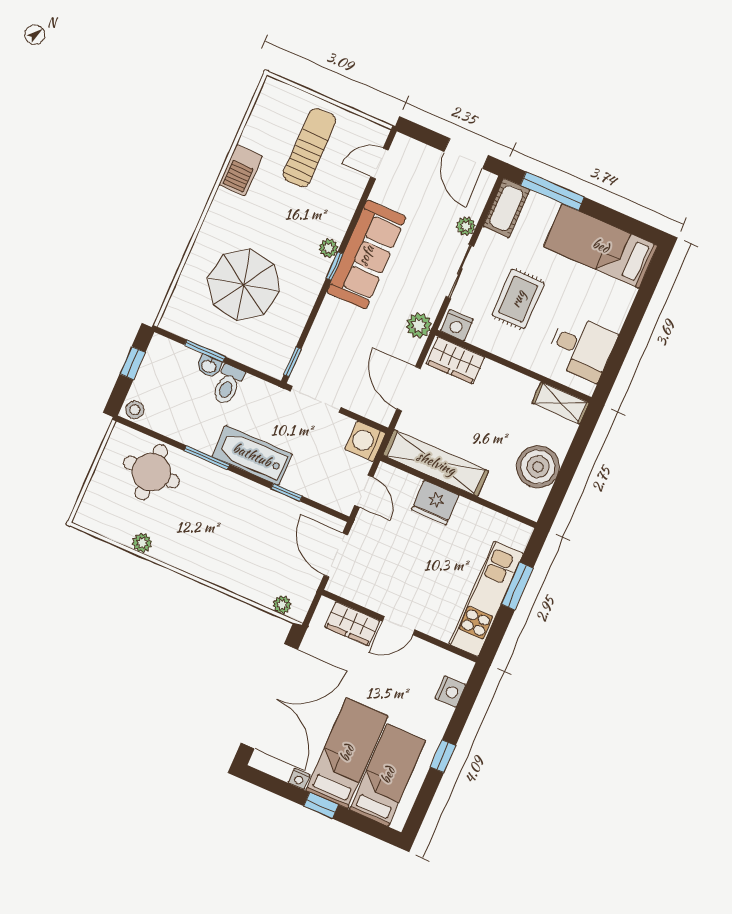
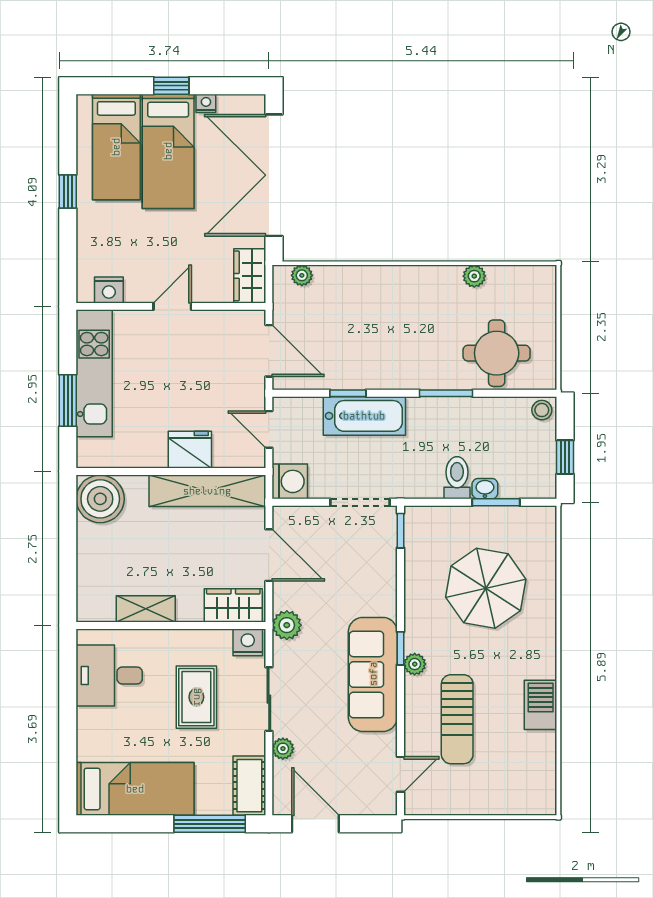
sun lounger: (309, 148) -> (457, 719), moved
shelving: (561, 403) -> (146, 609), moved
bathtub: (252, 455) -> (364, 416), moved
boiler: (538, 467) -> (100, 499), moved
wardrobe: (352, 624) -> (250, 276), moved, turned -90
nightstand: (450, 691) -> (109, 290), moved, turned -90

